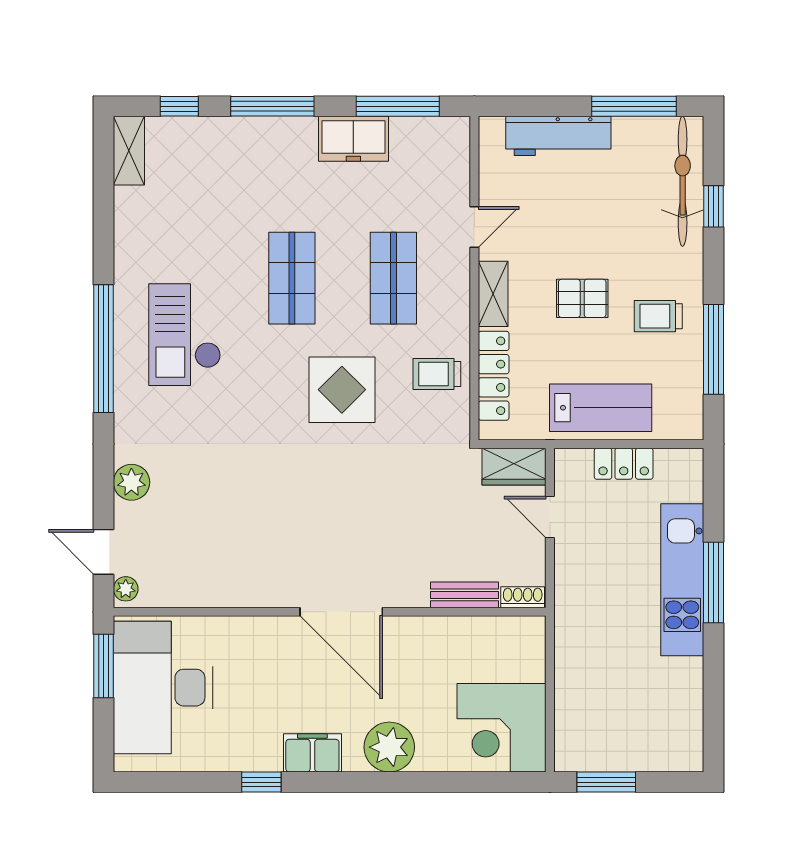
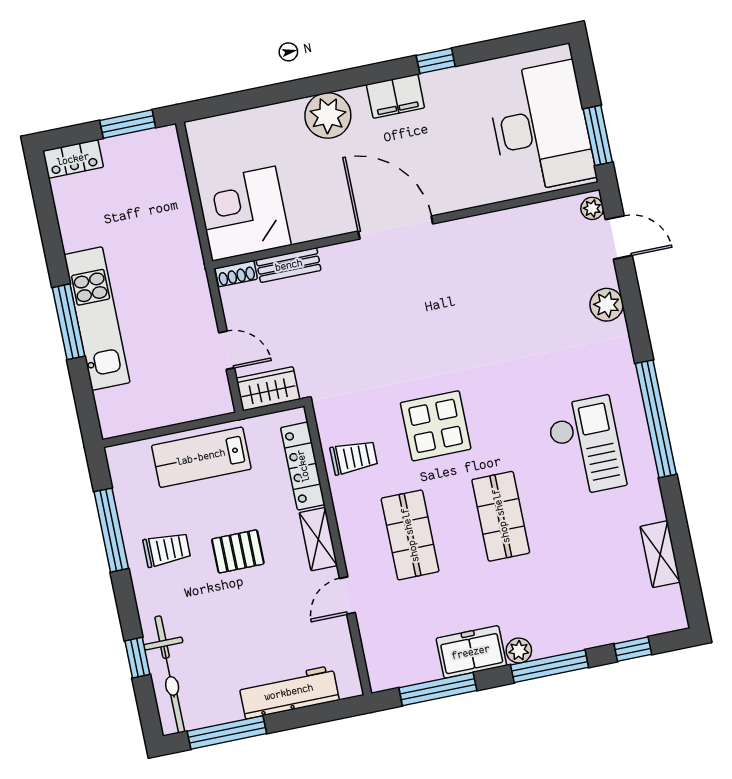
plant: (302, 130) -> (519, 650), added
shelving: (129, 151) -> (660, 554), moved
locker: (624, 464) -> (73, 159), moved, turned 180
corner desk: (502, 728) -> (244, 214), moved, turned -90

